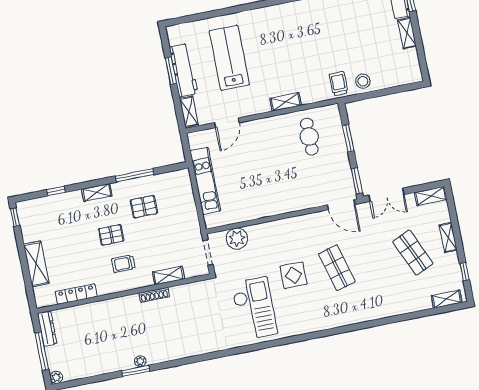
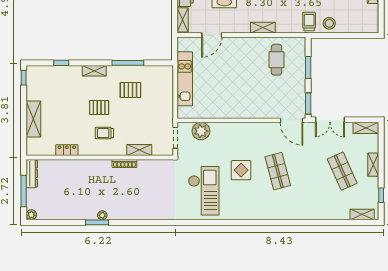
locker: (76, 294) -> (67, 150), width x0.66

